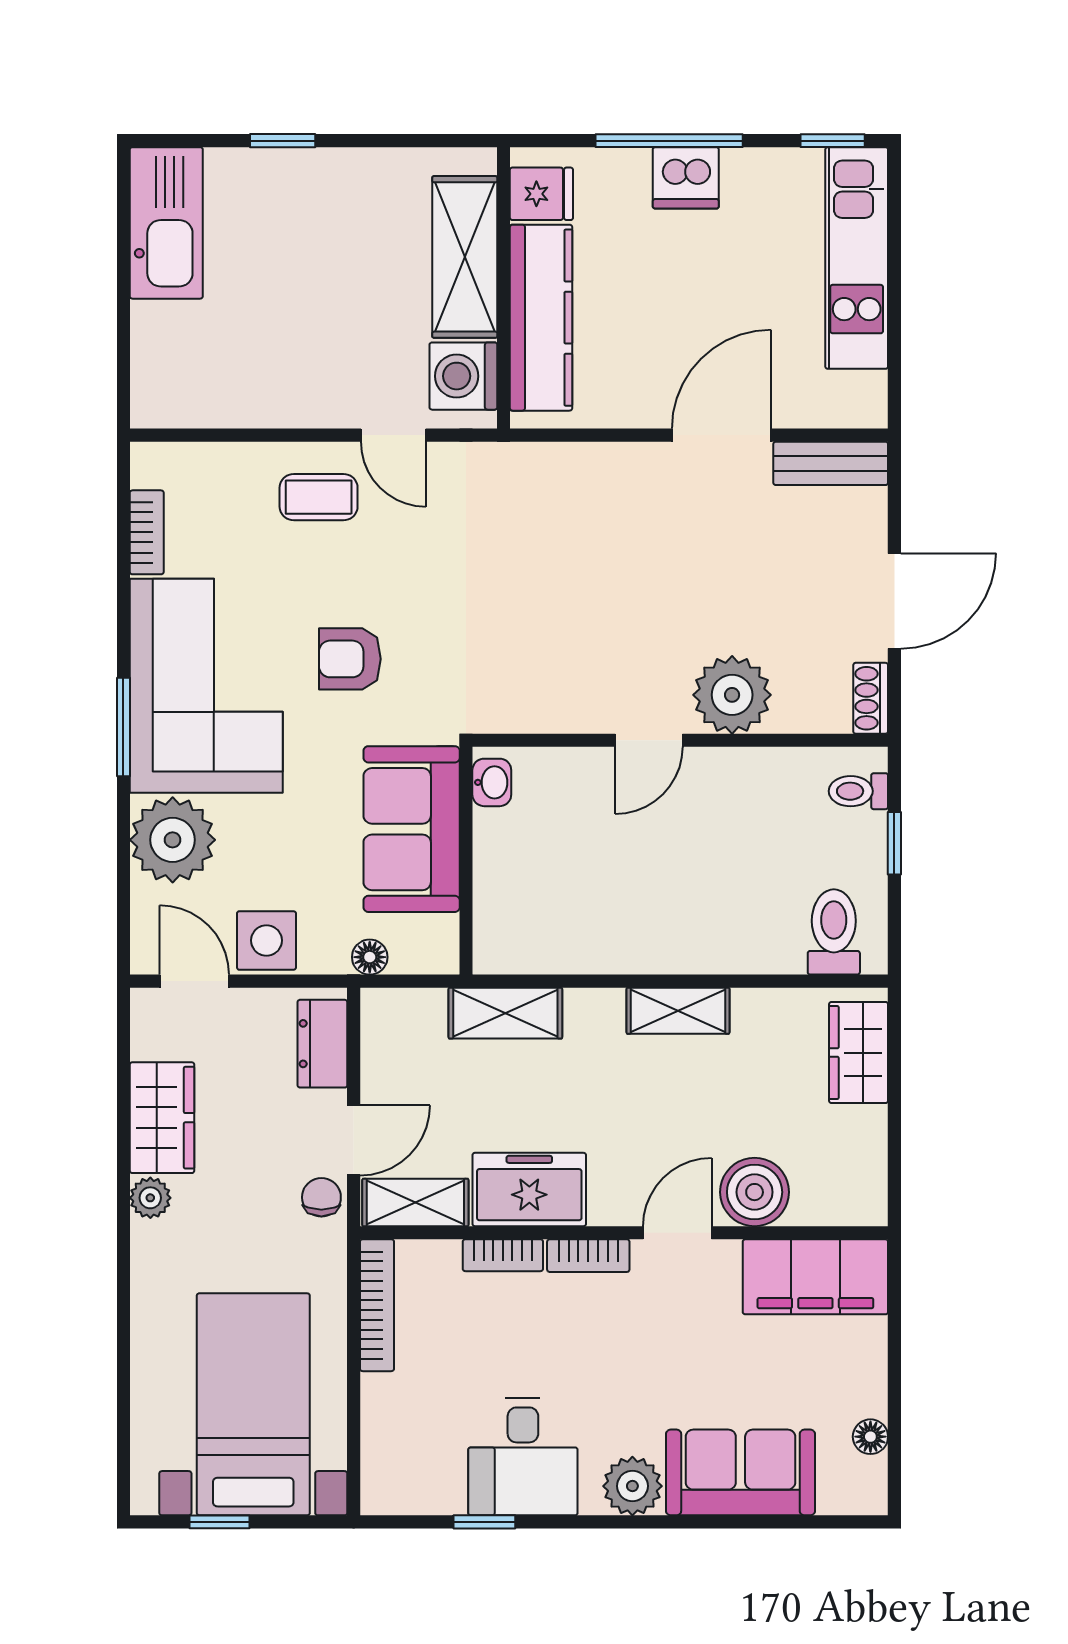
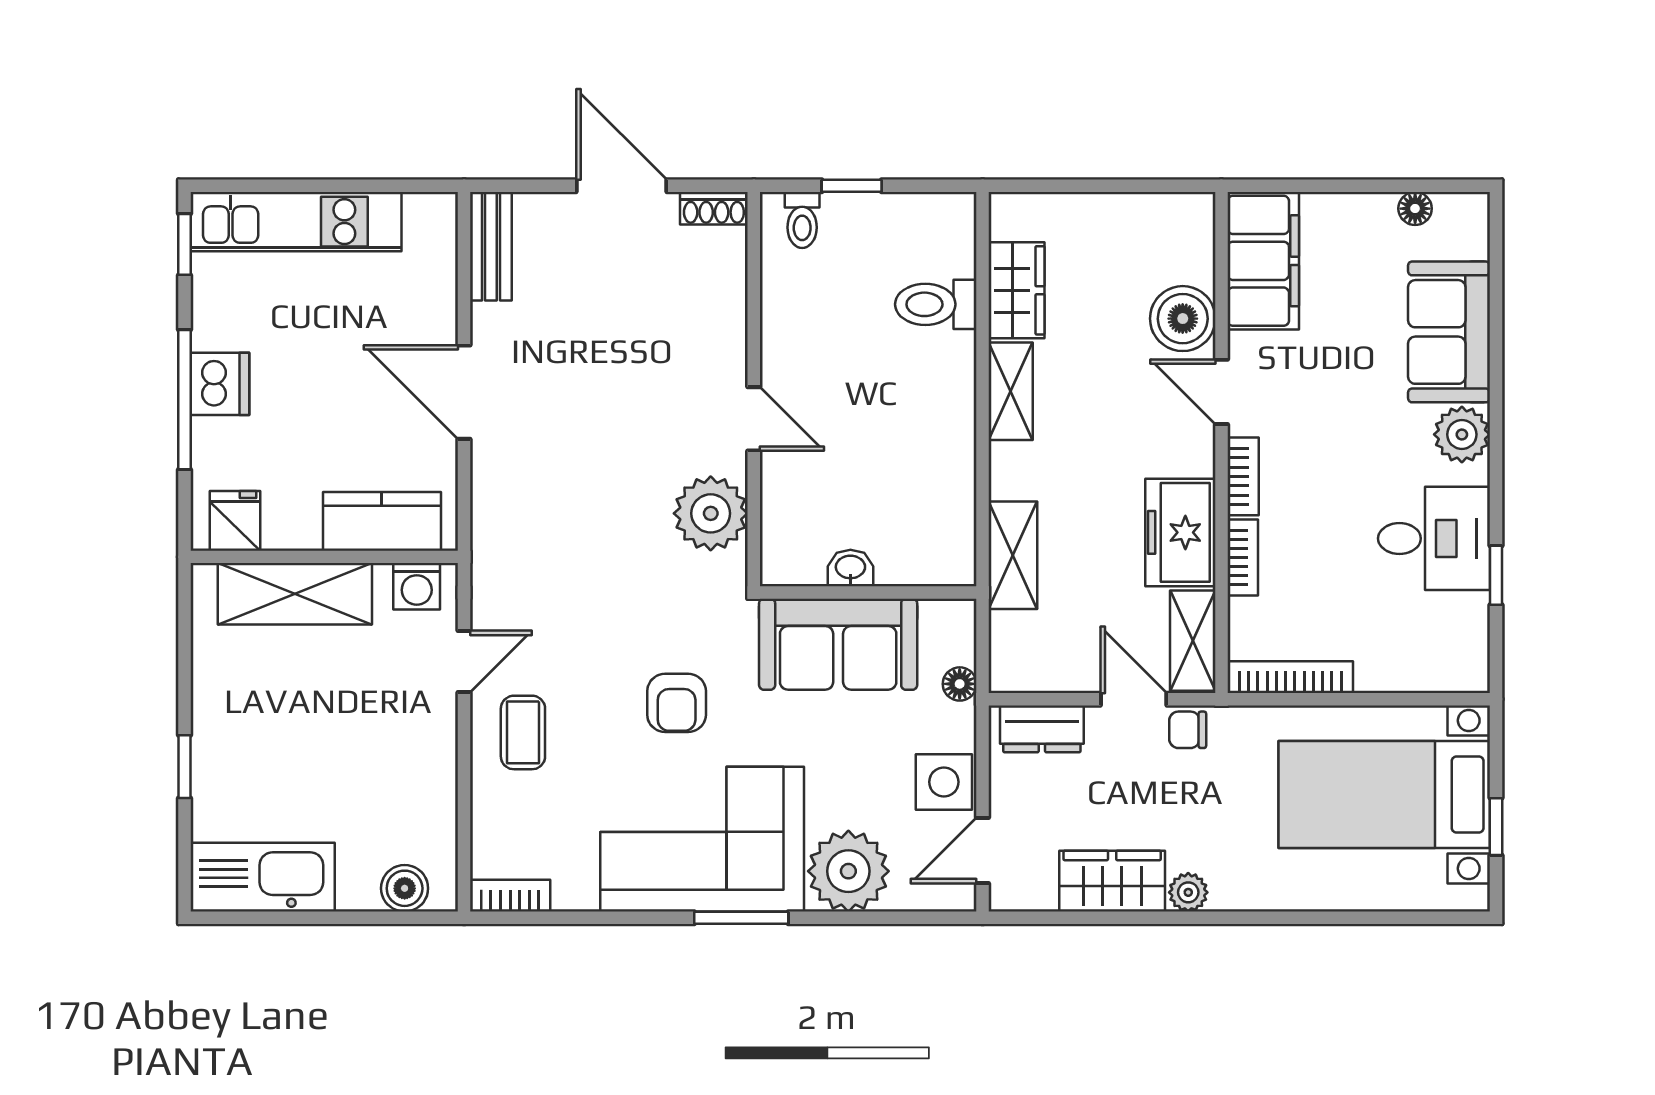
kitchen counter: (541, 318) -> (382, 521), width x0.67
boiler: (155, 372) -> (405, 888), added
washing machine: (463, 376) -> (417, 586), width x0.73, depth x0.73
door: (722, 435) -> (464, 392), moved
bookcase: (147, 532) -> (510, 896), moved
plant: (732, 695) -> (711, 513), moved
washbasin: (492, 782) -> (850, 568), moved
toilet: (834, 932) -> (936, 304), moved
wardrobe: (859, 1053) -> (1017, 290), moved, turned -90

